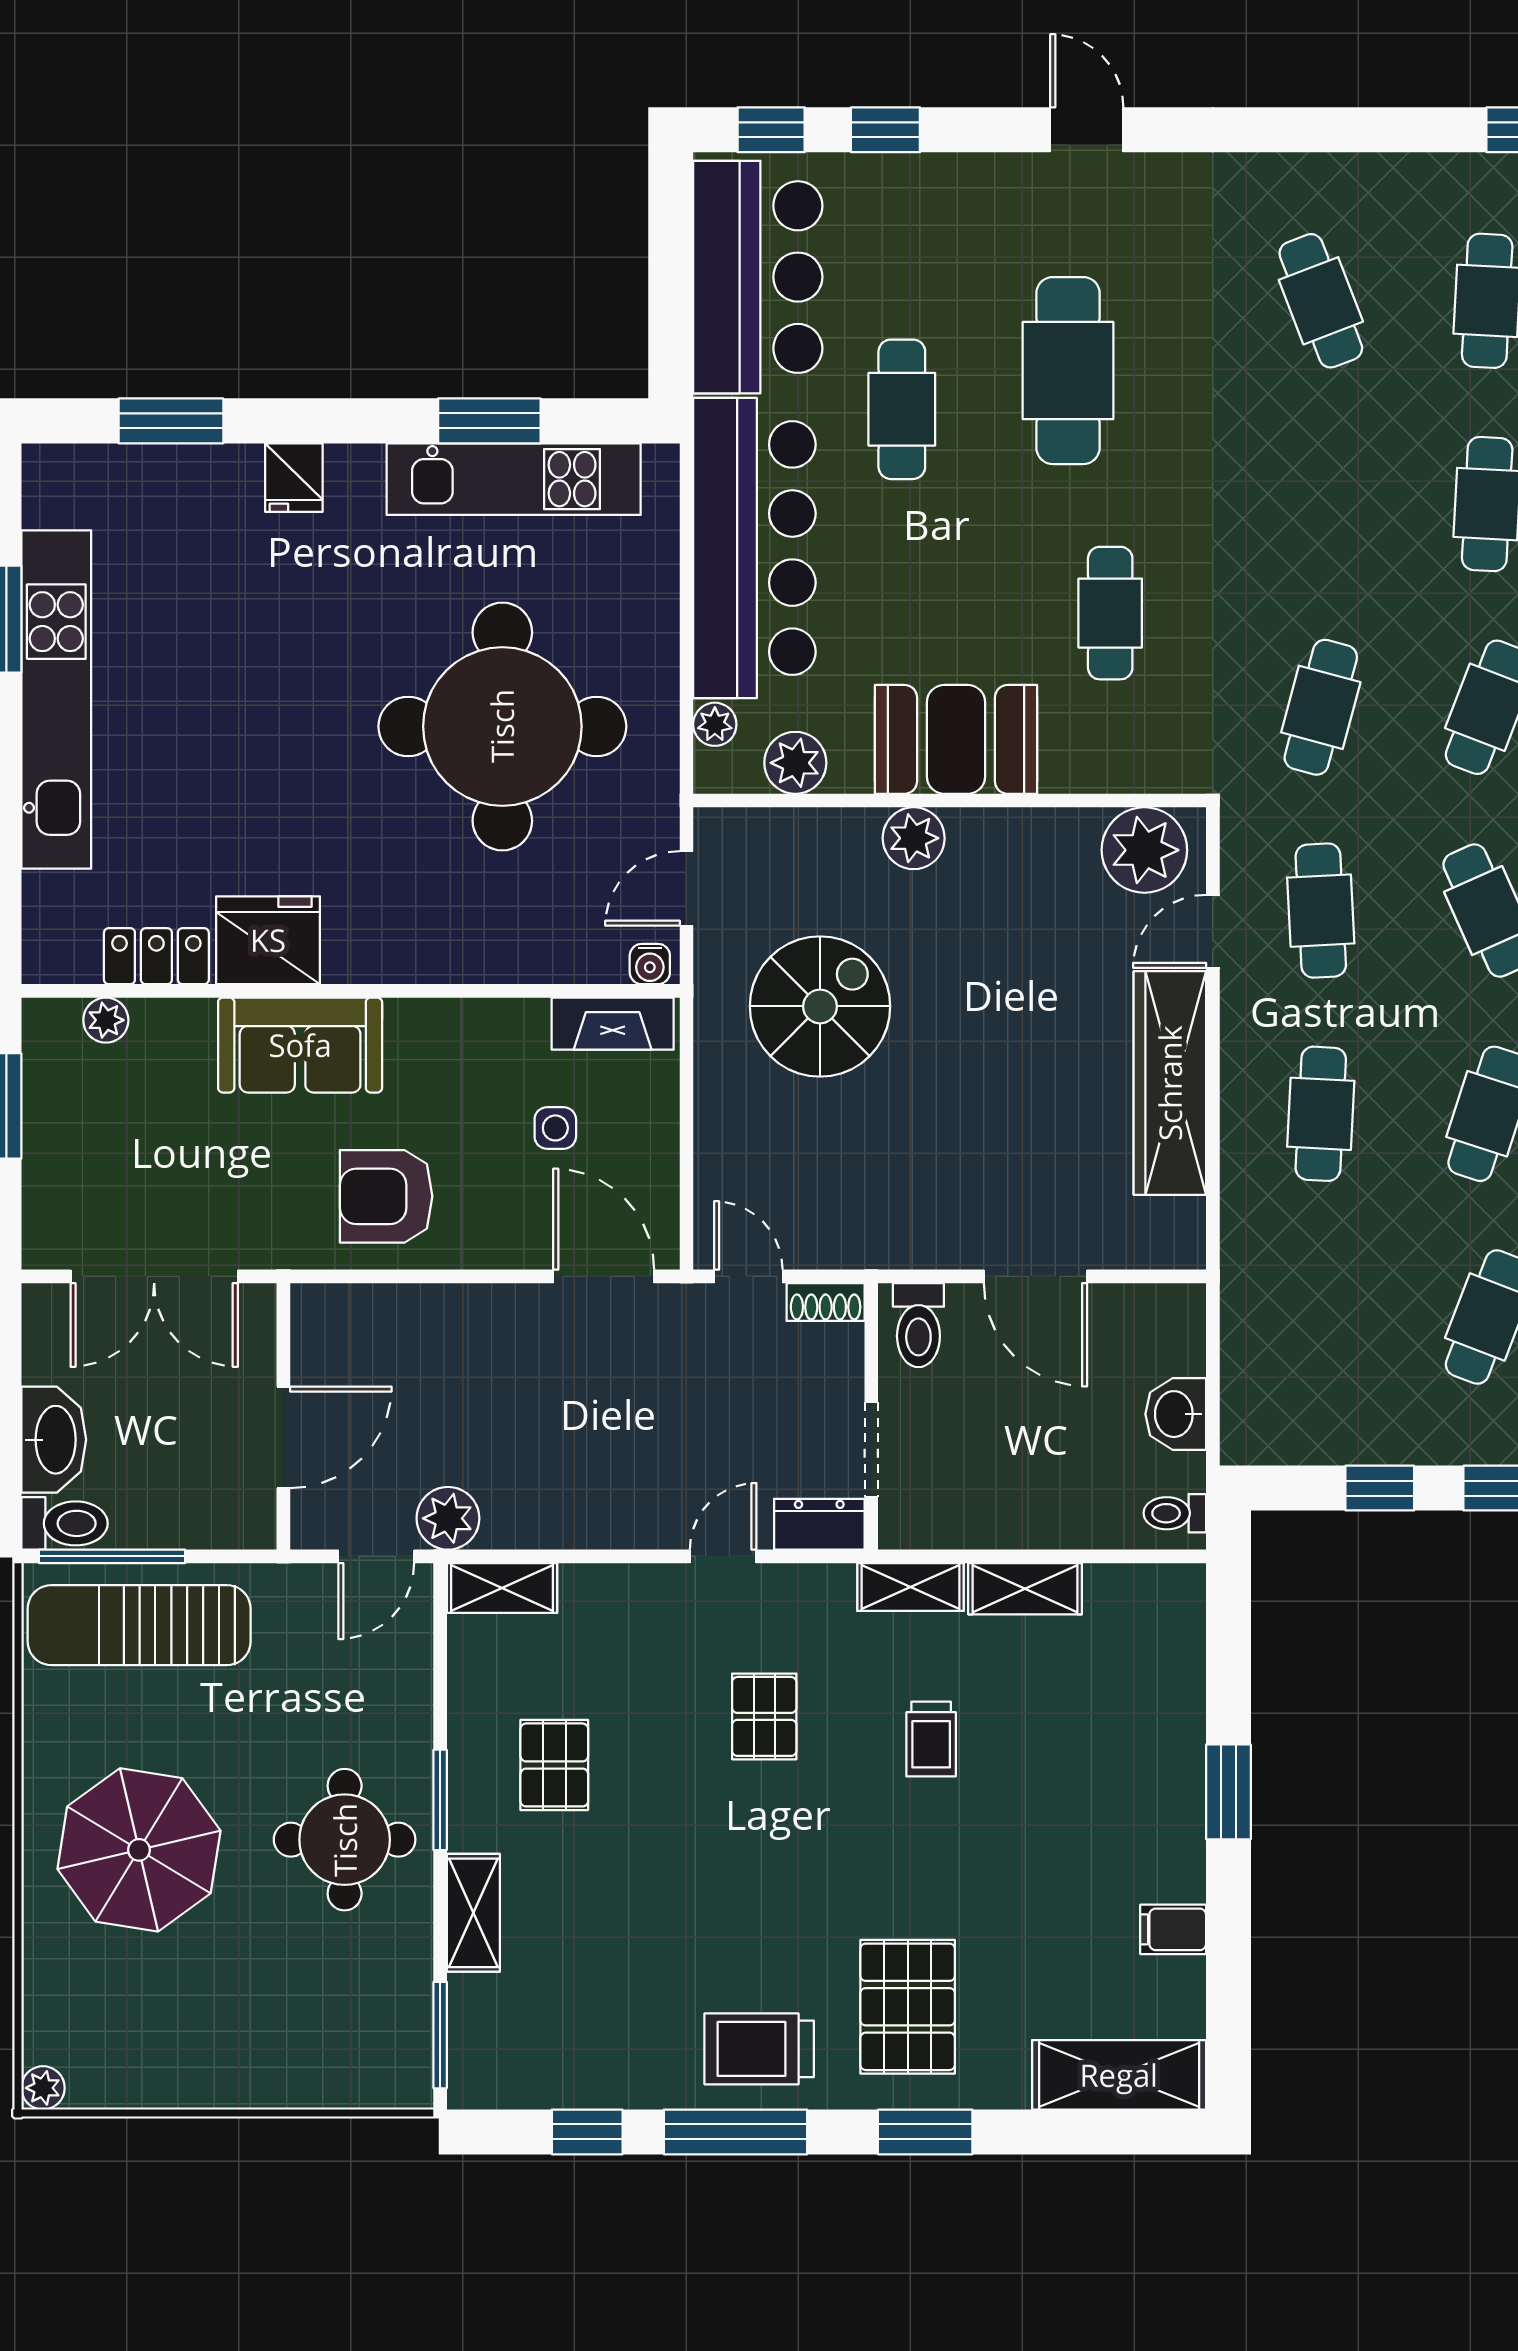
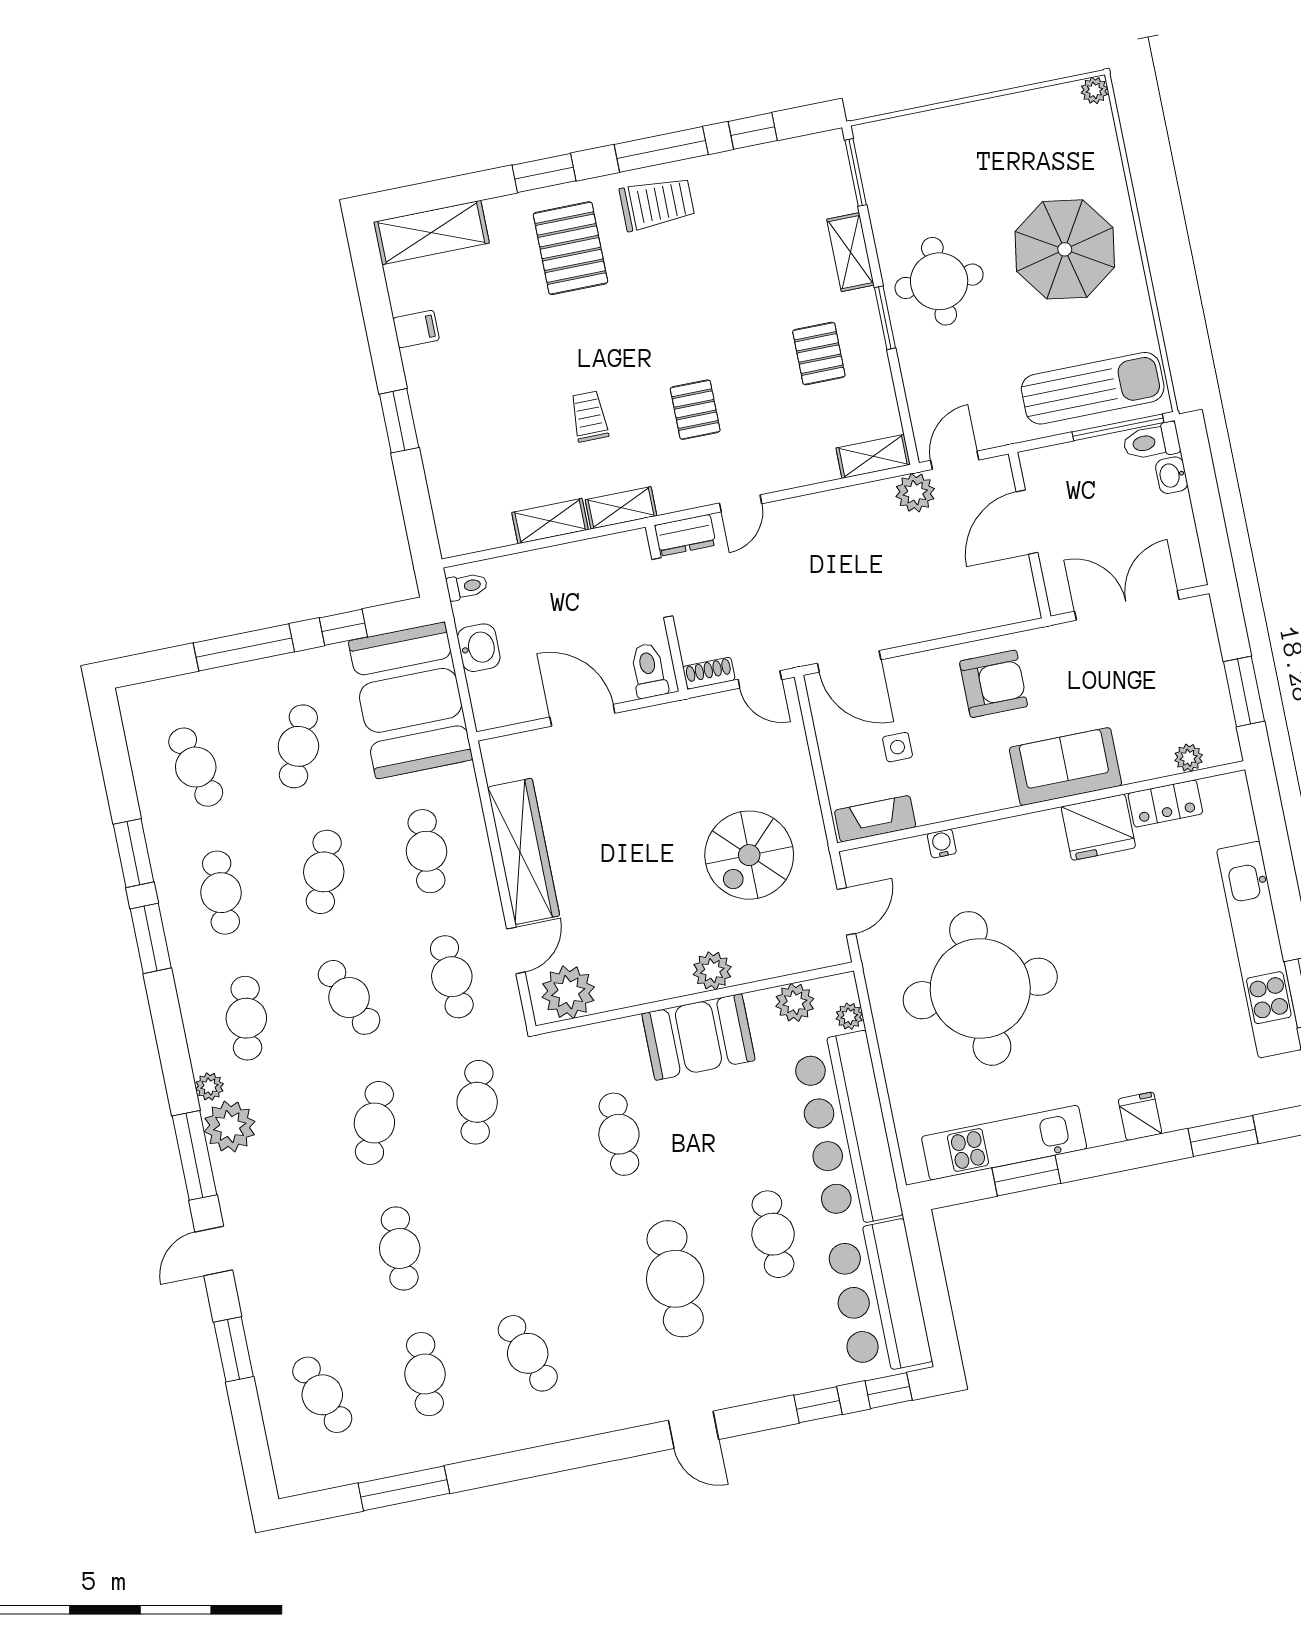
water cooler: (650, 964) -> (942, 844), moved
booth: (1298, 1353) -> (411, 700), added
washbasin: (54, 1440) -> (1172, 475), width x0.52, depth x0.69

